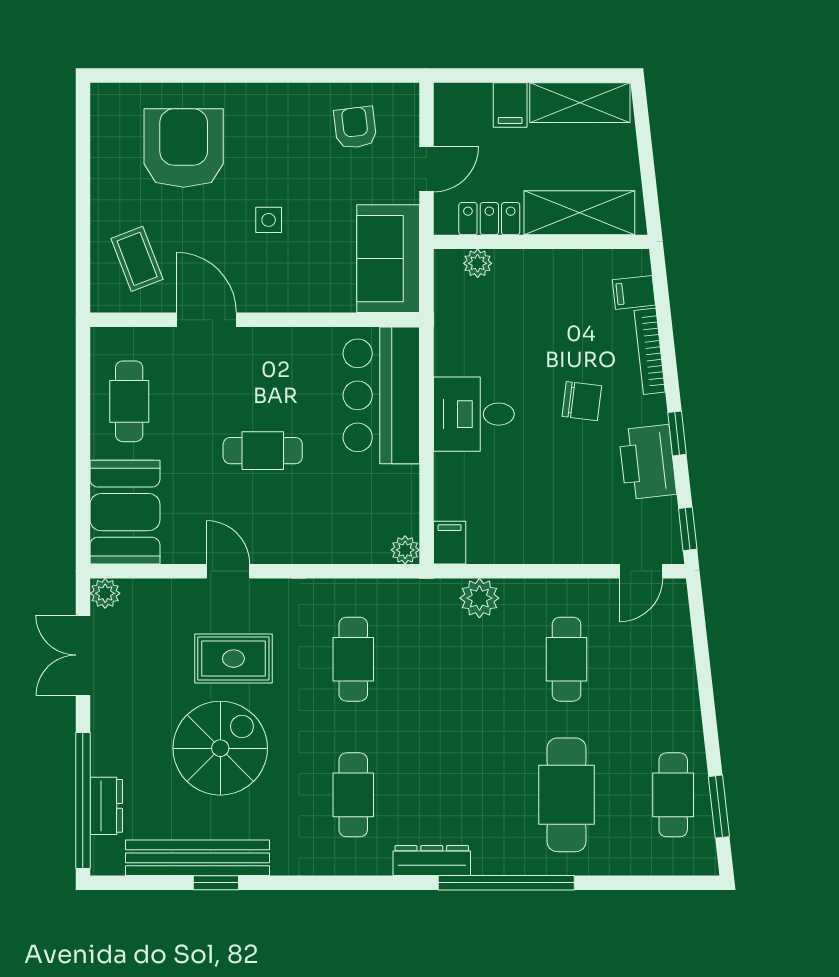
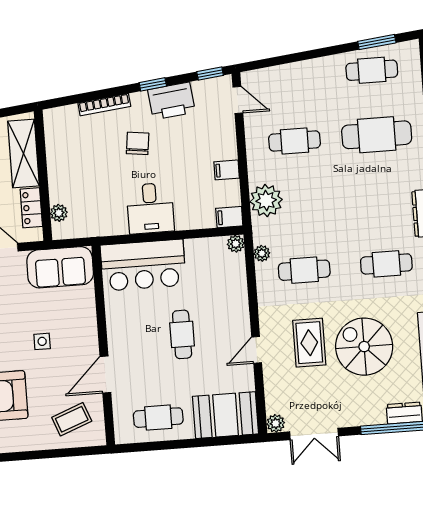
filing cabinet: (634, 292) -> (227, 170), moved, turned 96
plant: (386, 592) -> (262, 253), added
plant: (479, 598) -> (266, 201), width x1.36, depth x1.36

